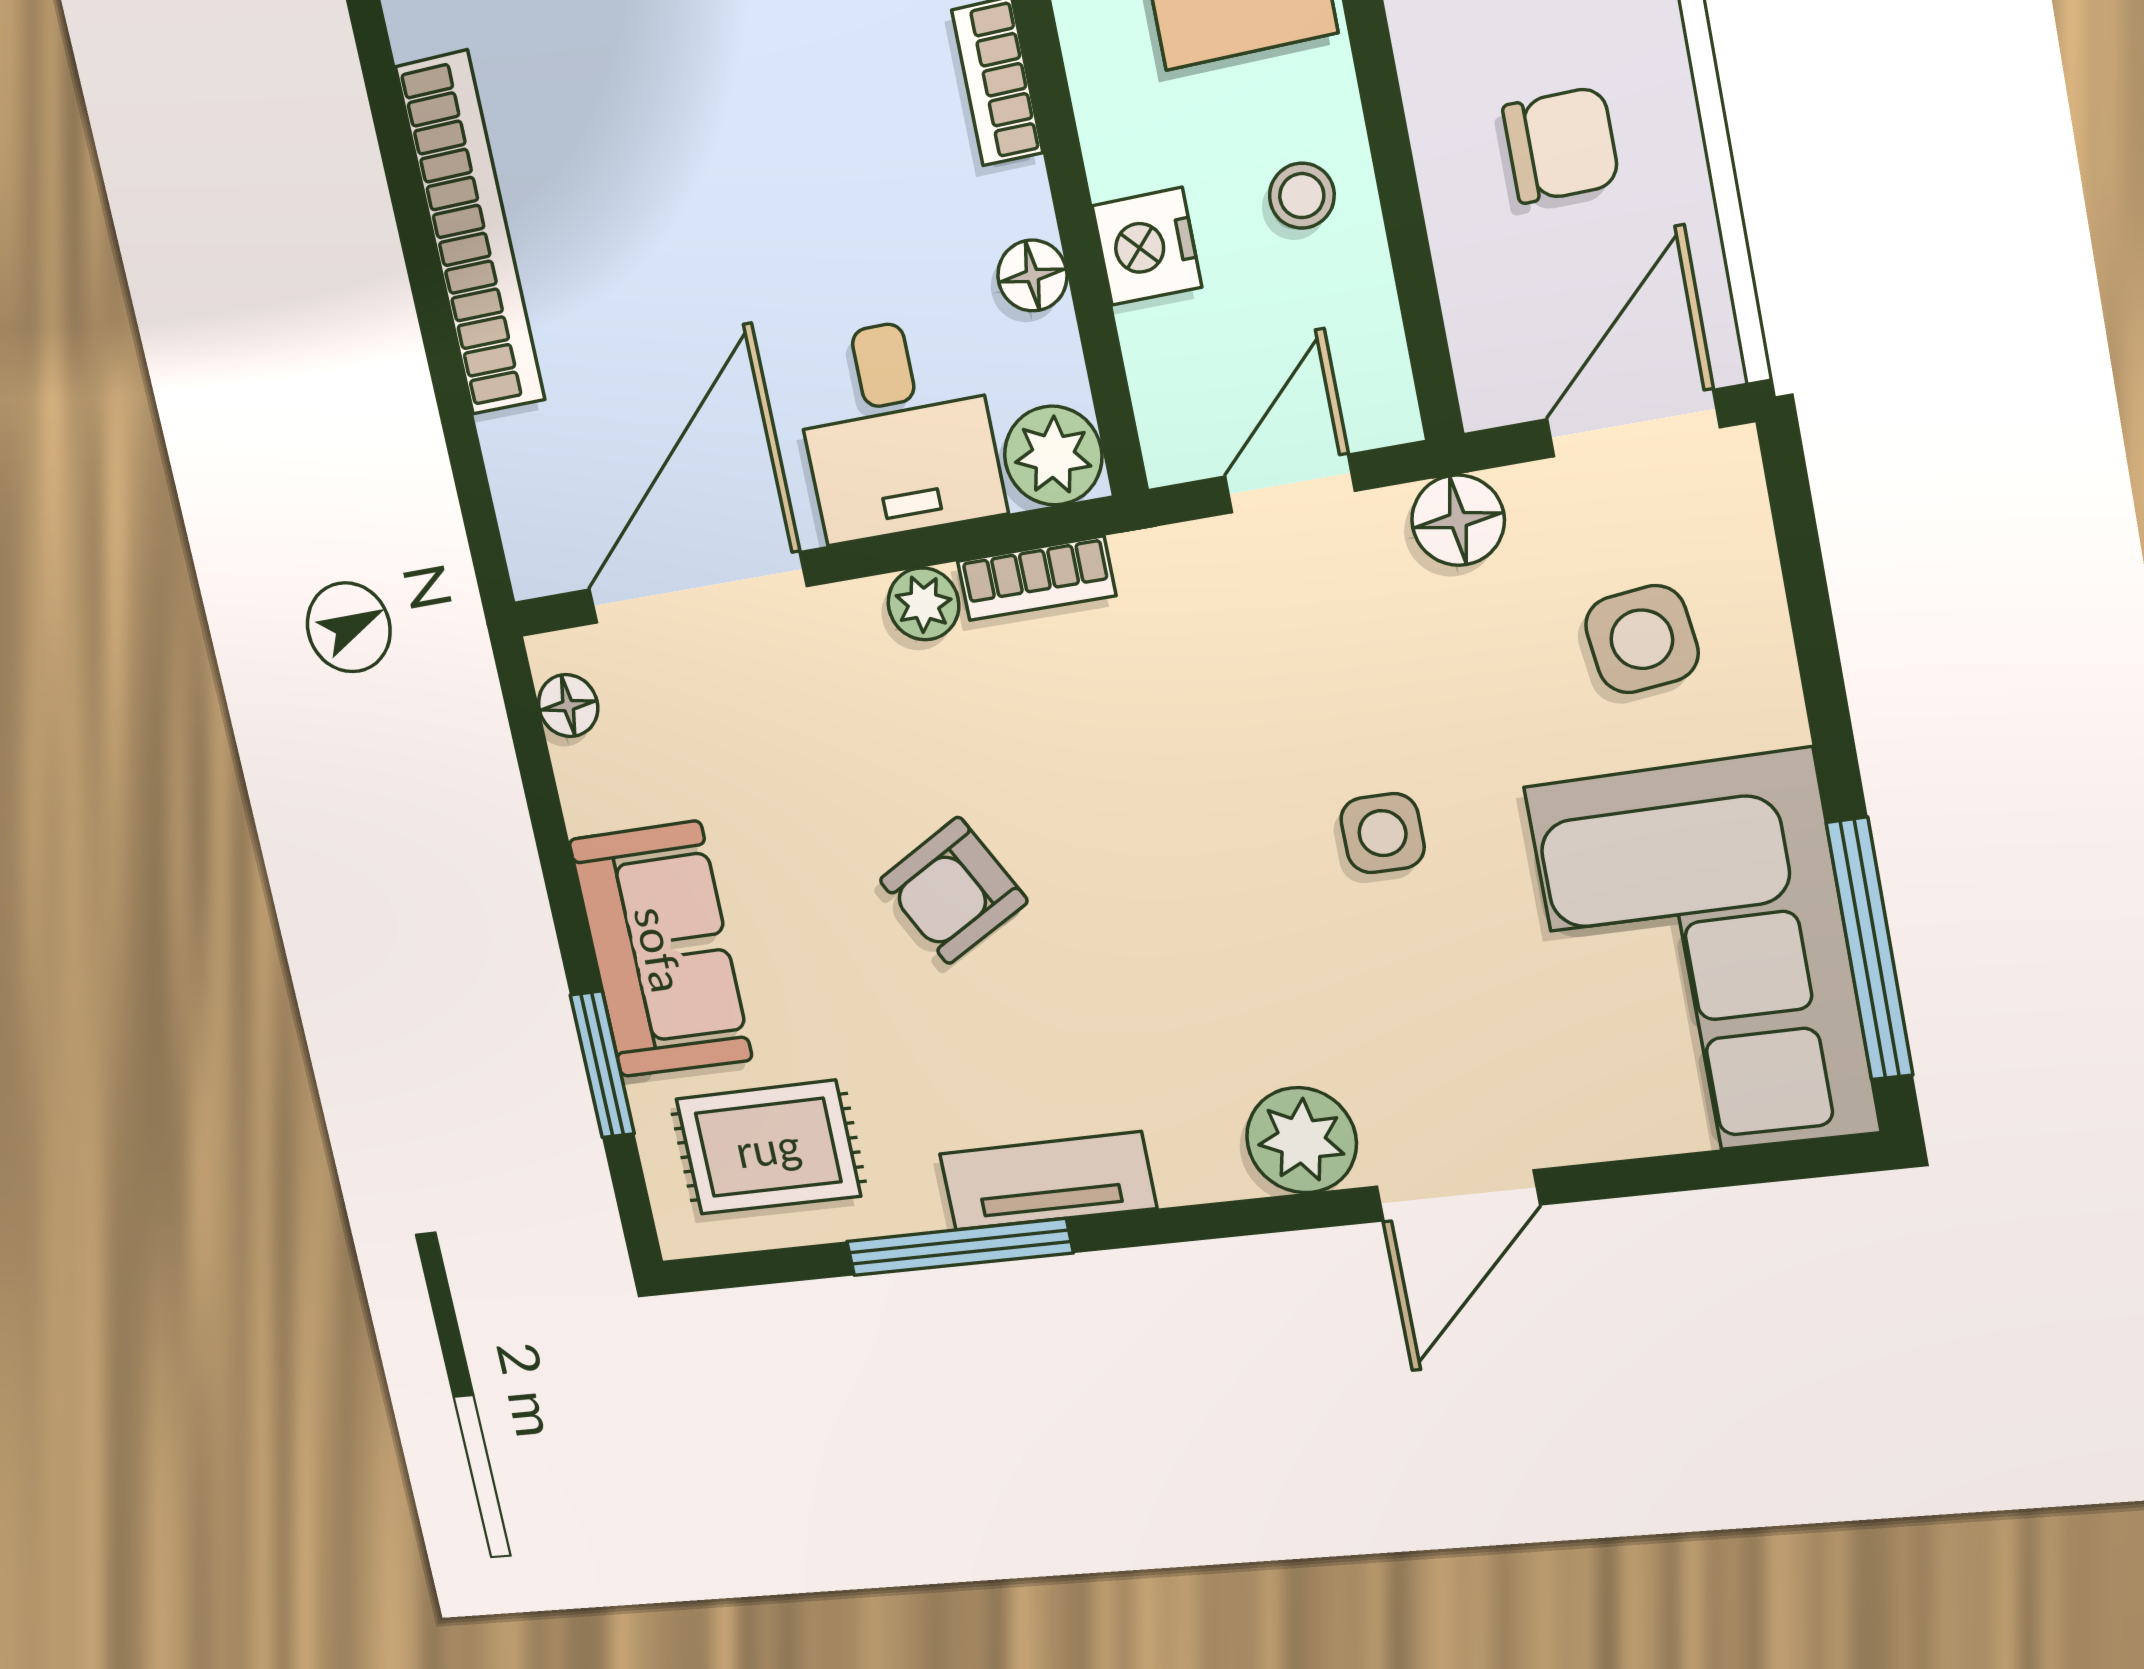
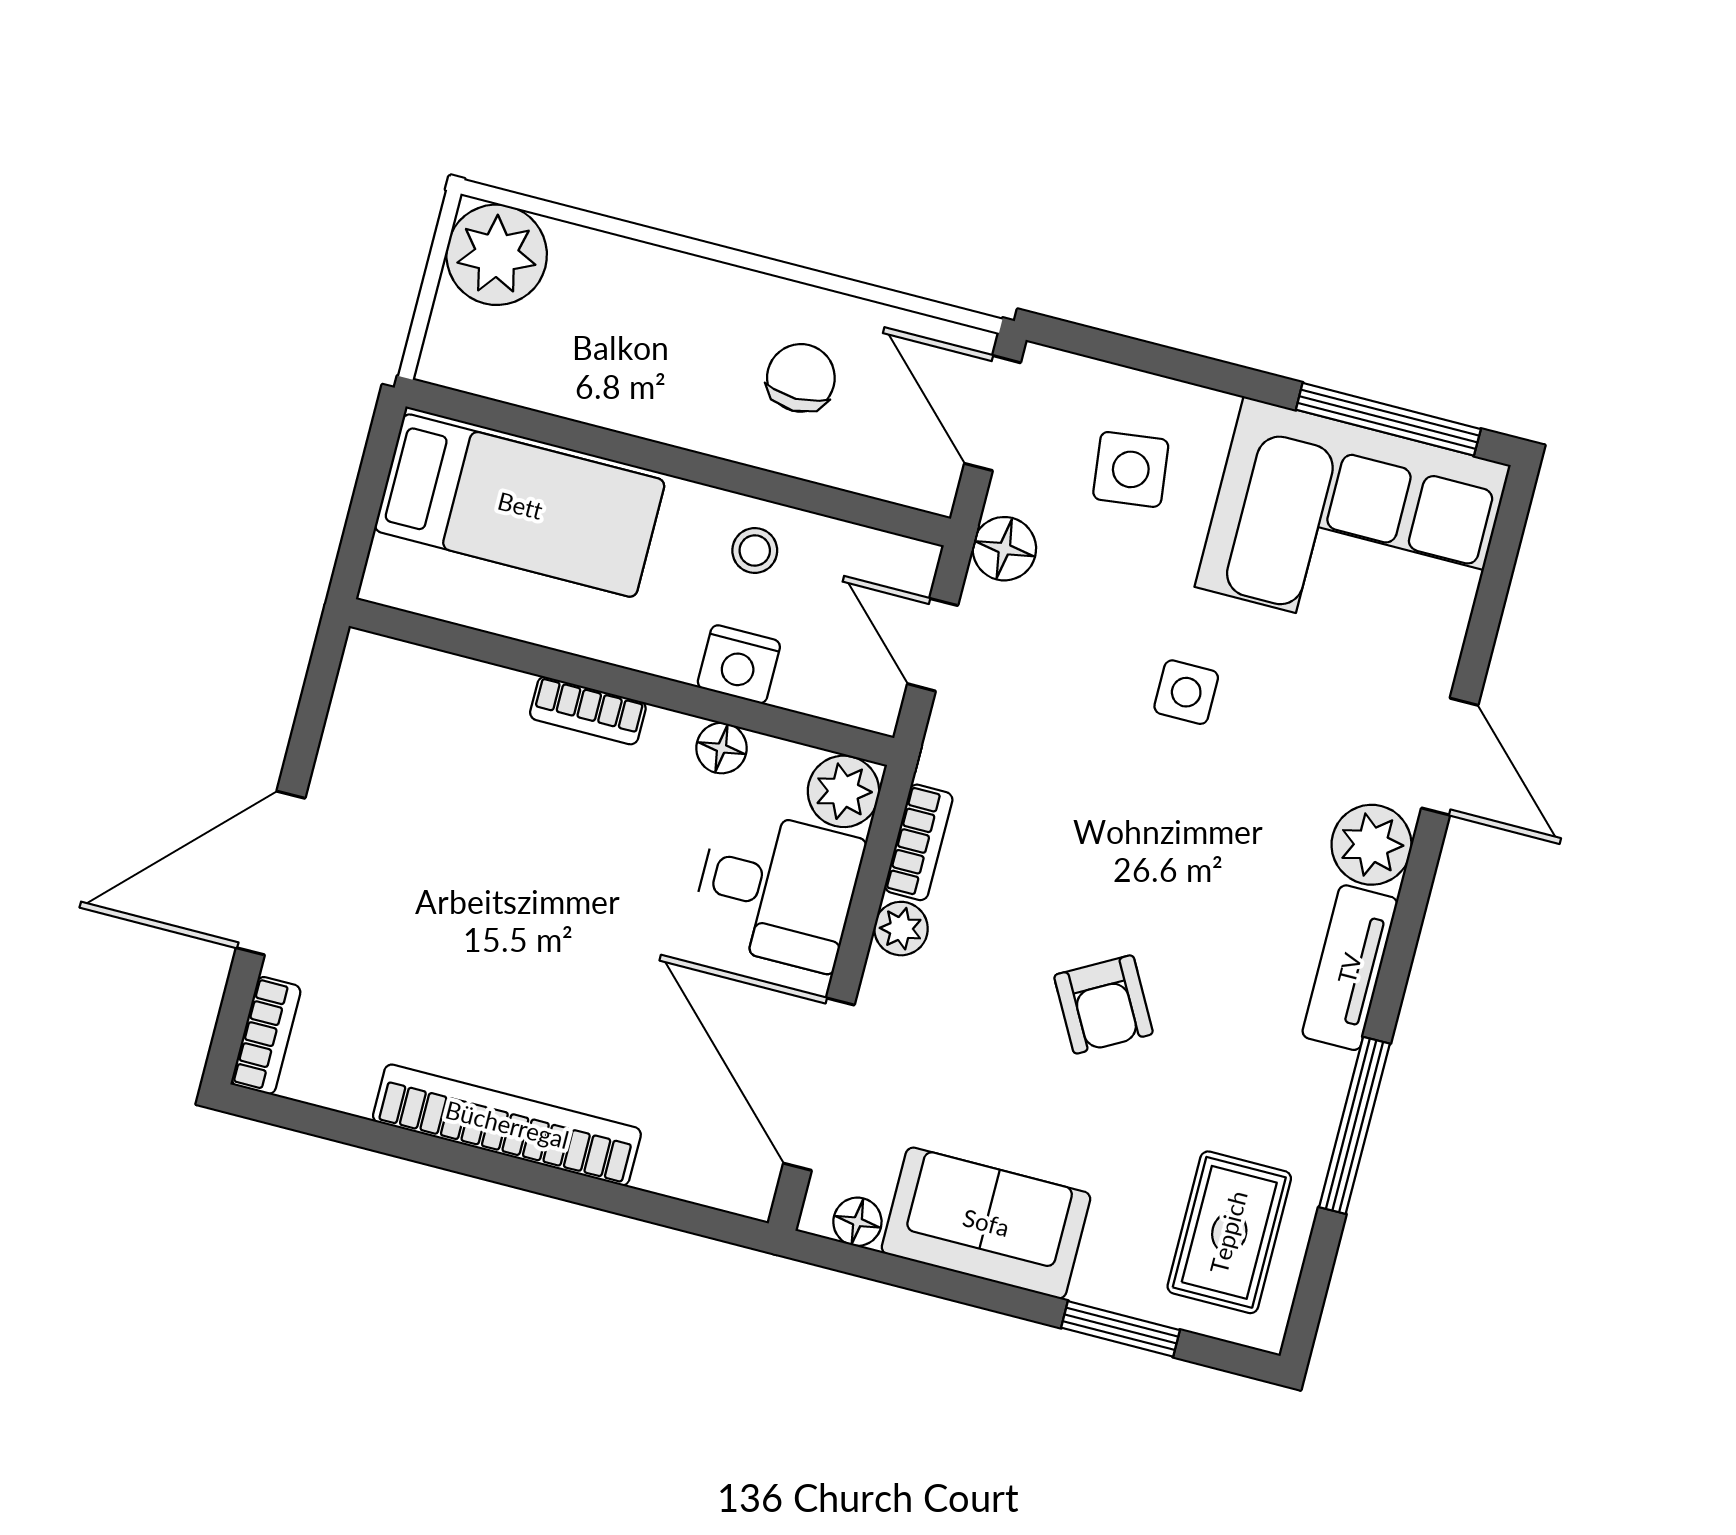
sofa: (660, 950) -> (986, 1223), moved
tv unit: (1048, 1181) -> (1350, 968), moved

